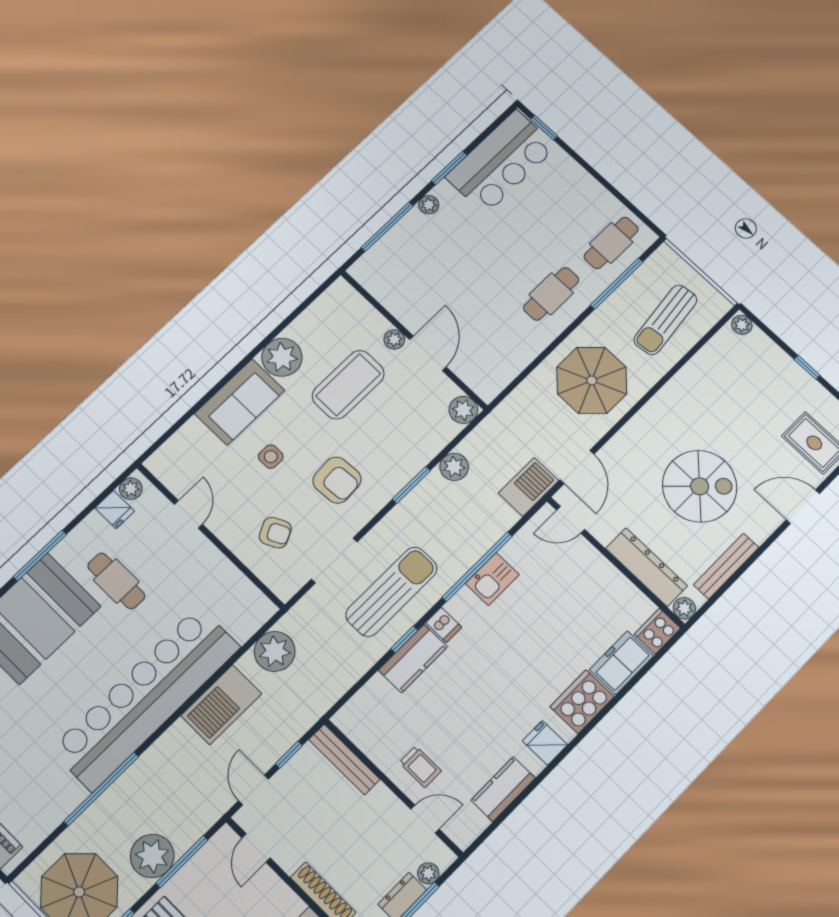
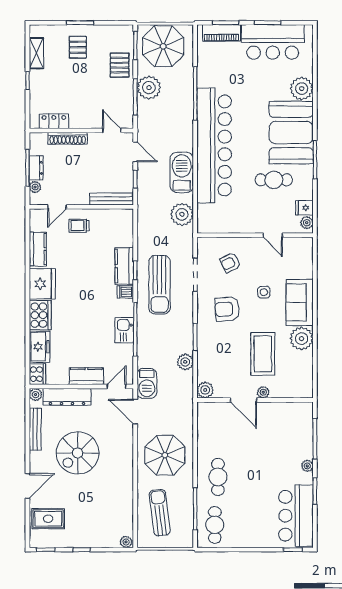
kitchen counter: (597, 569) -> (86, 376), added
fridge: (545, 743) -> (42, 284), width x1.88, depth x1.34

